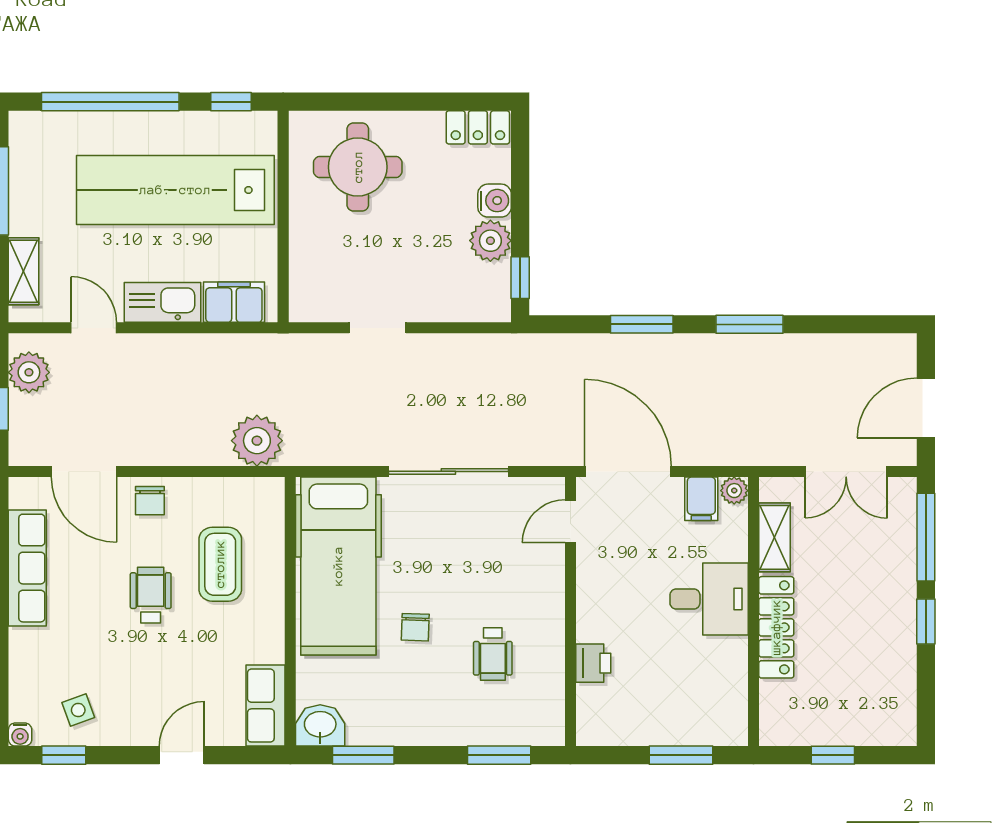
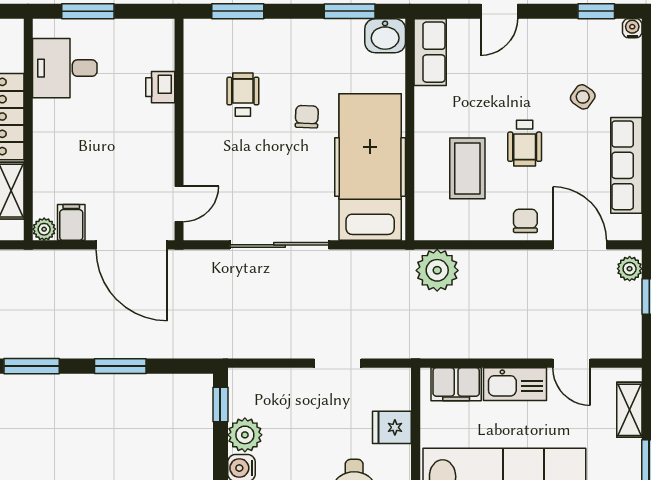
fridge: (312, 250) -> (392, 427), added
plant: (29, 372) -> (630, 269), moved, width x0.73, depth x0.73
desk: (709, 599) -> (65, 68), moved
side table: (78, 710) -> (583, 97), moved, turned -35

